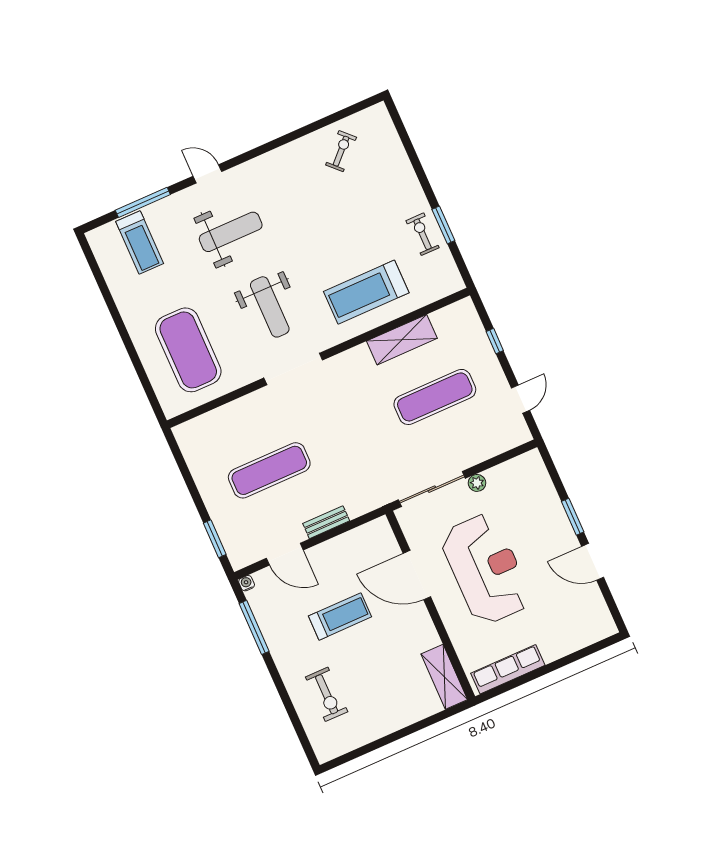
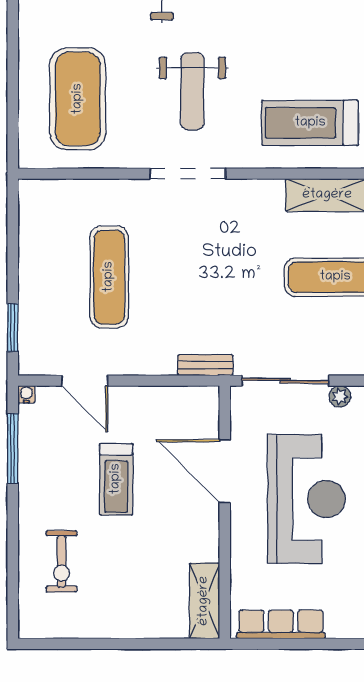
exercise mat: (269, 470) -> (109, 277), turned 90
bench: (326, 522) -> (205, 365), moved
treadmill: (340, 616) -> (116, 479), turned 90

